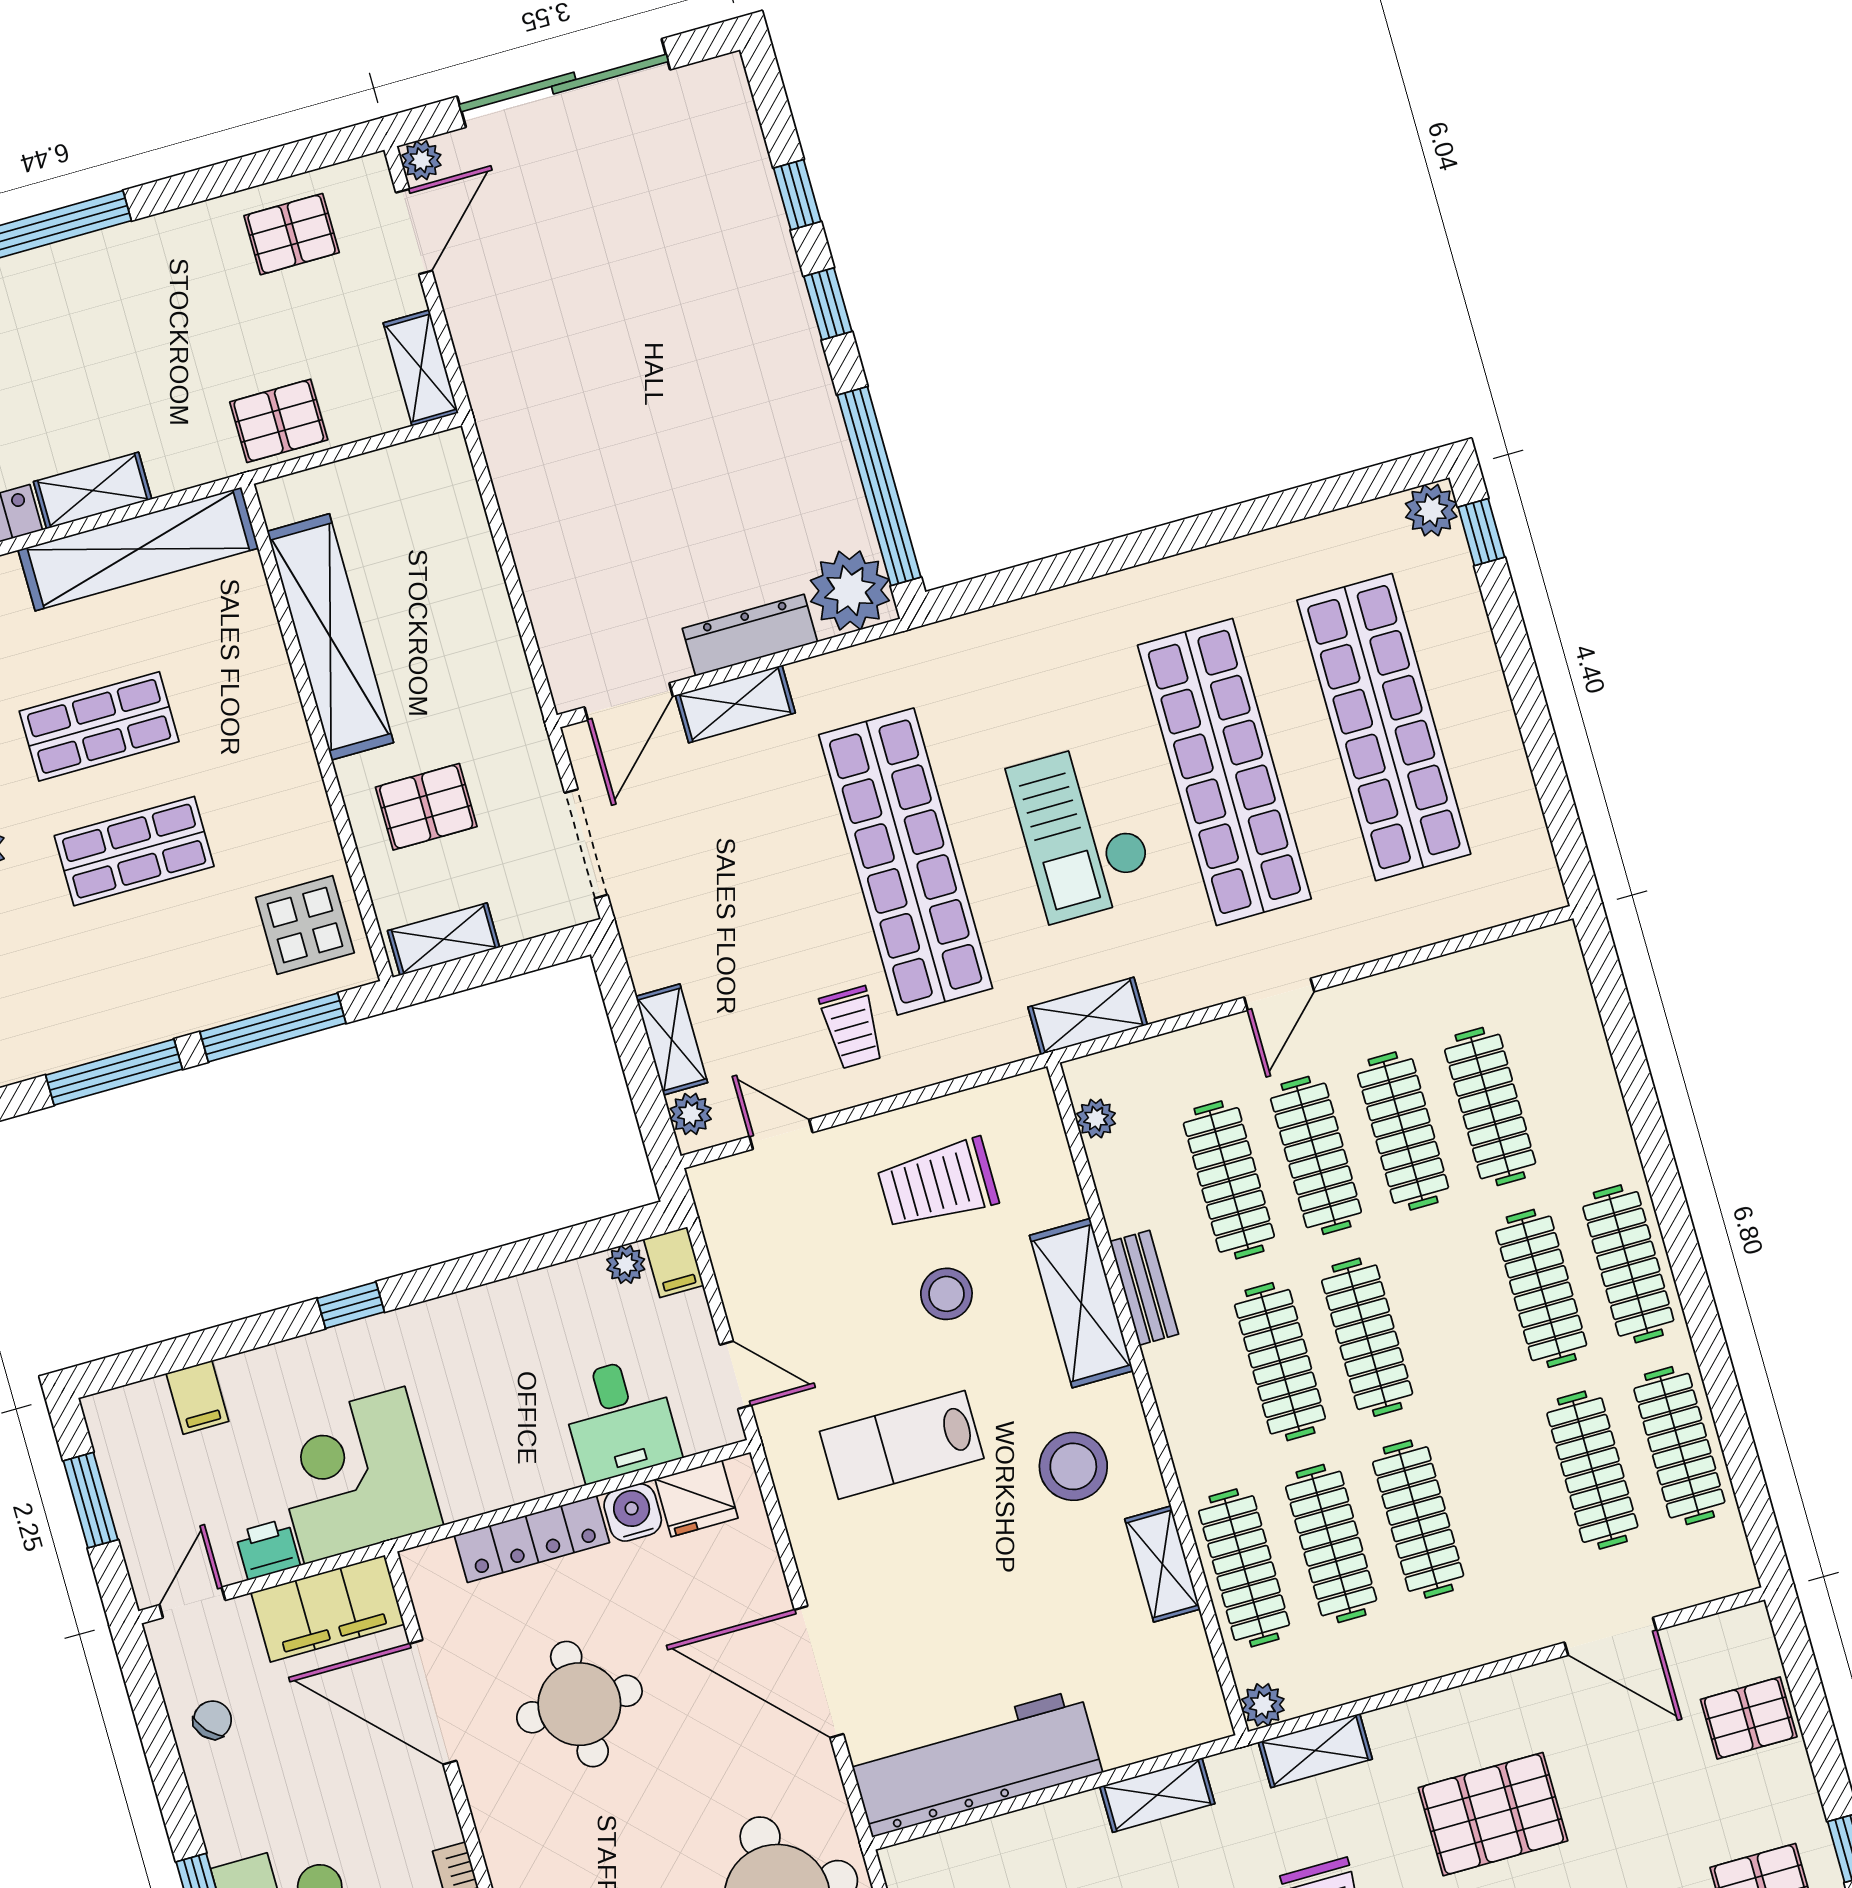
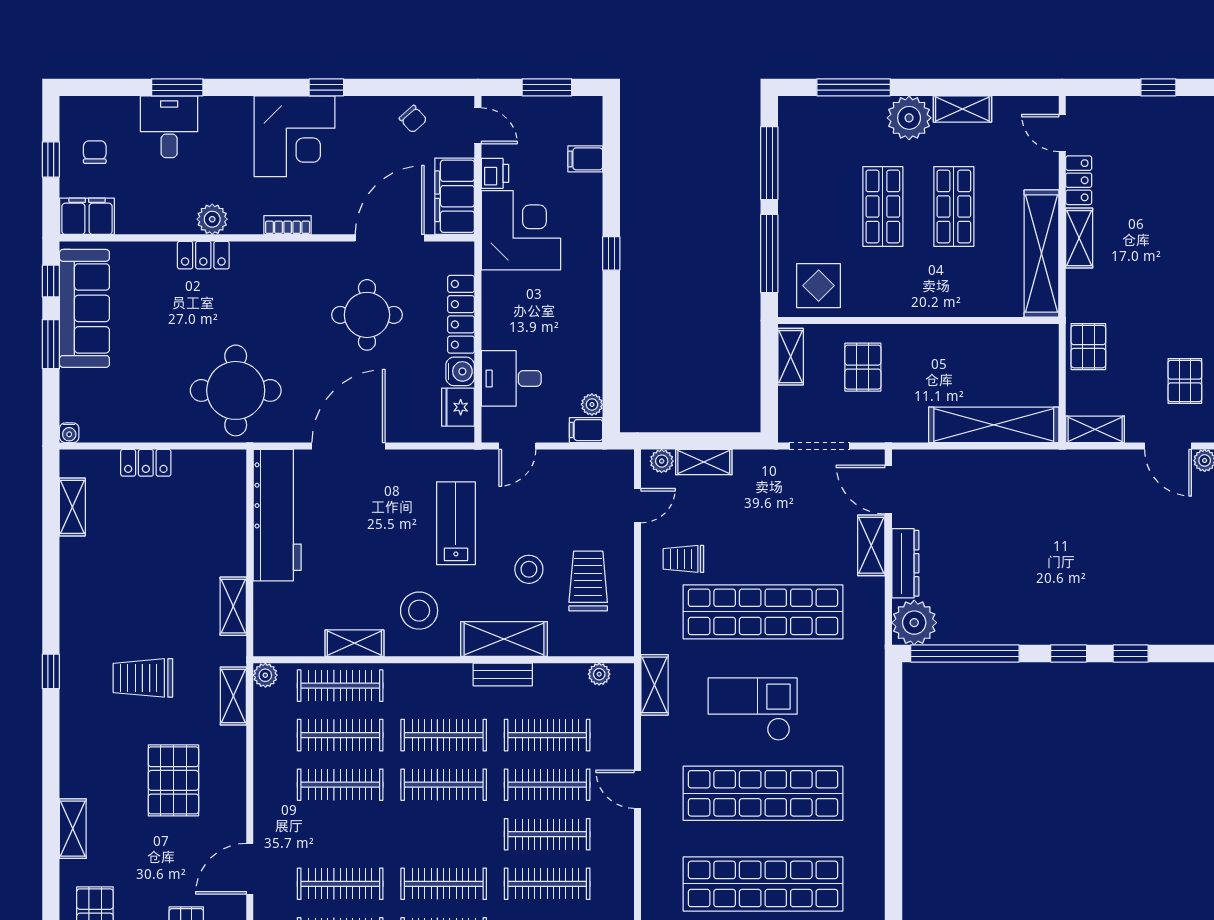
shelving: (330, 637) -> (994, 425), moved

